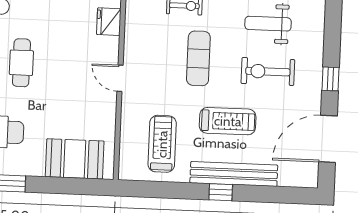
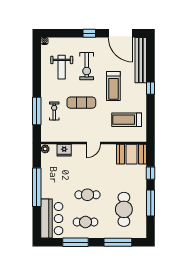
treadmill: (228, 121) -> (113, 86), turned 180
booth: (75, 159) -> (132, 154), moved, turned 90
bench: (234, 174) -> (141, 60), moved
window: (58, 185) -> (151, 173), added

